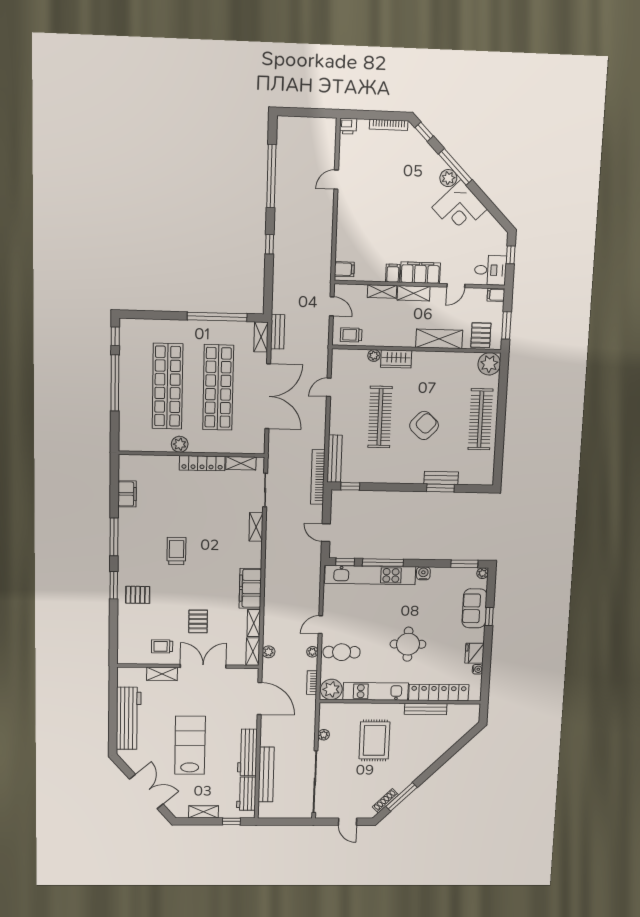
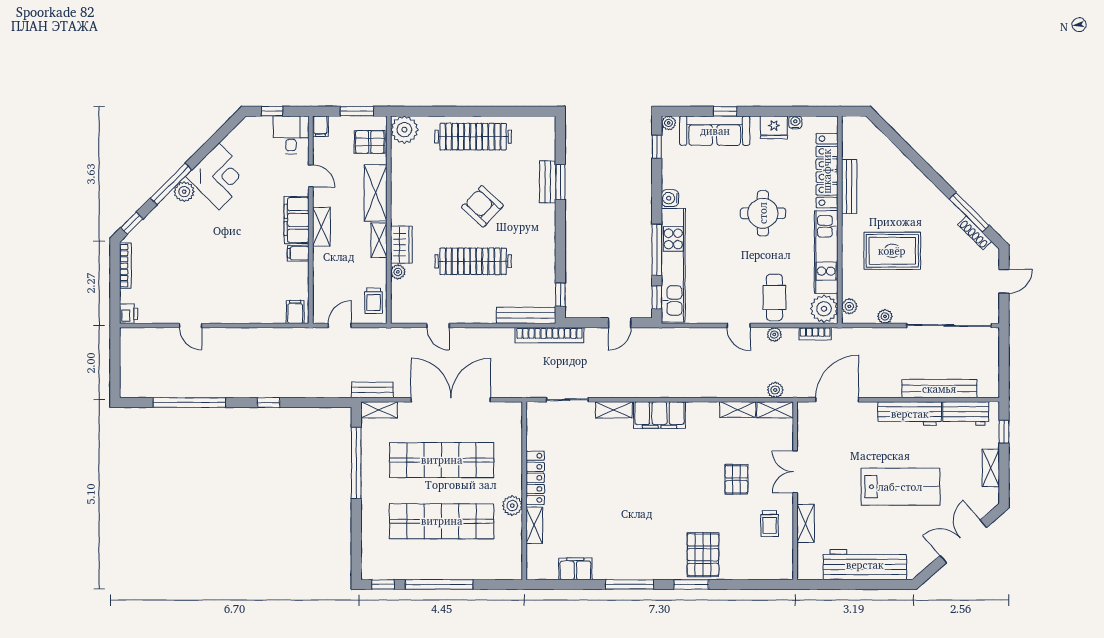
shelving: (382, 292) -> (379, 240), moved
shelving: (241, 463) -> (534, 525), moved
trolley: (176, 551) -> (646, 508), removed
window: (464, 564) -> (657, 147), width x0.67
filing cabinet: (250, 588) -> (659, 415), moved
pallet: (138, 595) -> (703, 555), width x1.50, depth x1.42
sofa: (474, 608) -> (715, 131), width x1.36
pallet: (198, 621) -> (736, 479), turned 90
double door: (203, 666) -> (795, 472), width x0.73
plant: (332, 708) -> (849, 306), added
lab bench: (190, 745) -> (900, 487), turned 180

